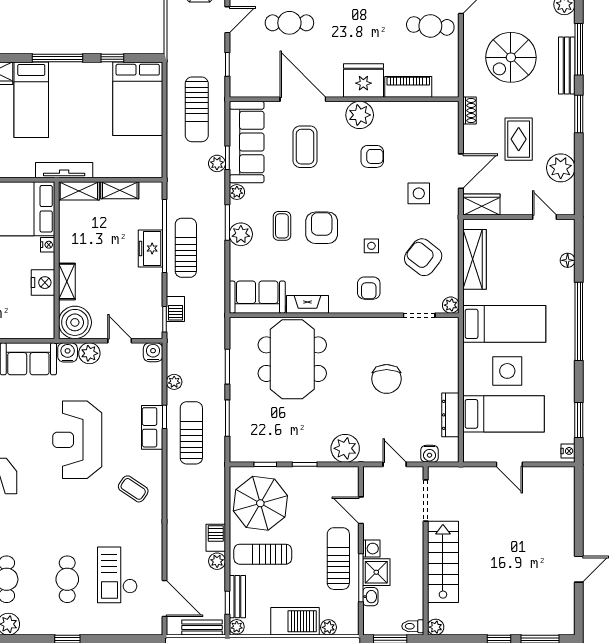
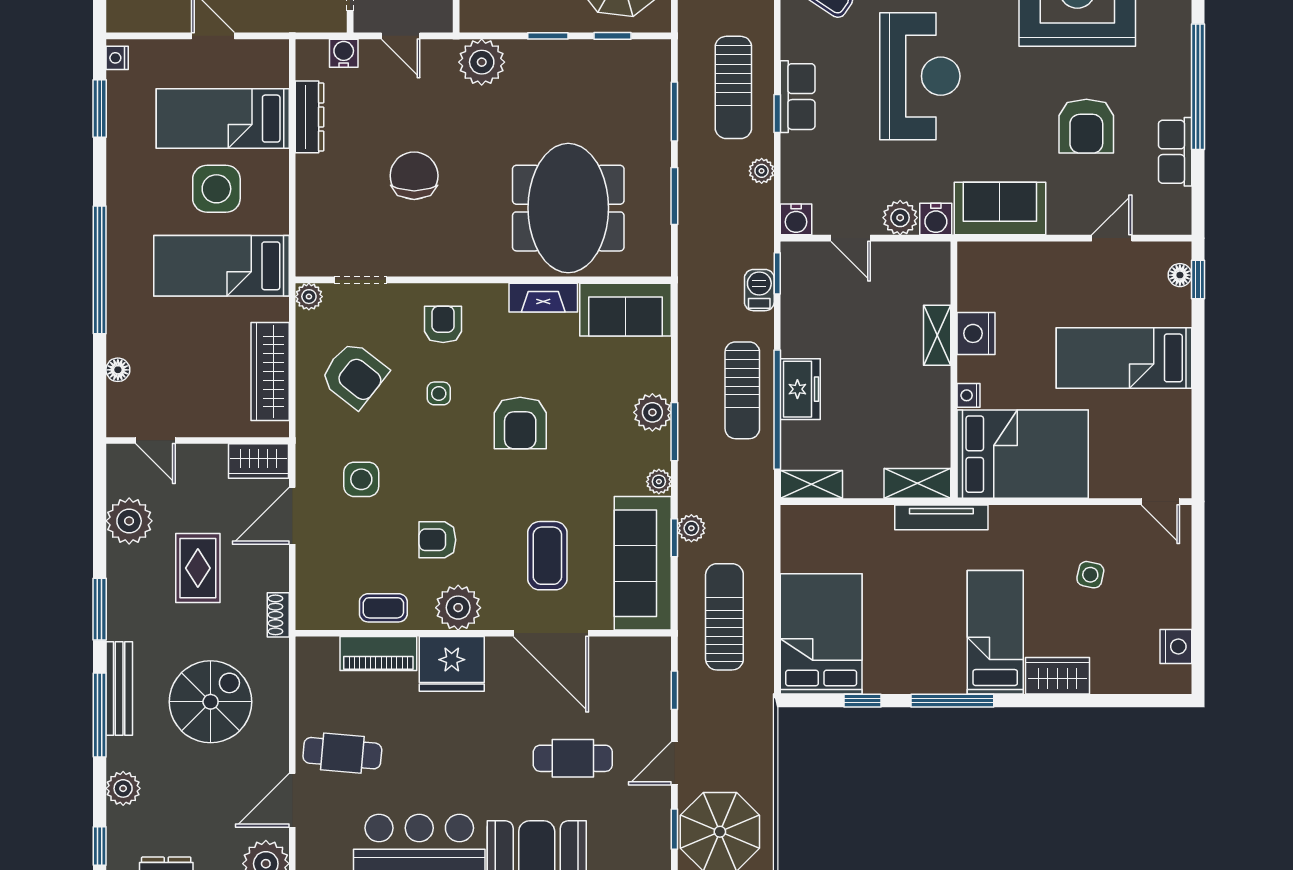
shelving: (120, 190) -> (811, 484), moved
coffee table: (282, 226) -> (383, 608), moved, turned 90
boiler: (75, 322) -> (924, 268), removed

